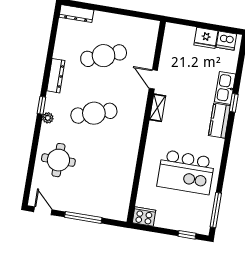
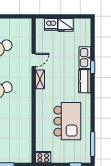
dishwasher: (226, 41) -> (51, 24), moved
door: (153, 79) -> (34, 60), swing flipped
kitchen island: (186, 172) -> (67, 121), turned -90

